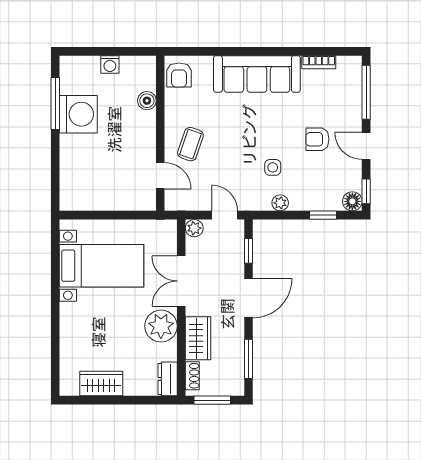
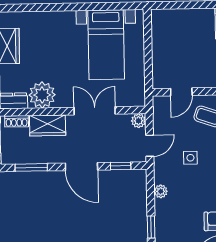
side table: (273, 167) -> (190, 158), moved
plant: (161, 326) -> (42, 95), moved

